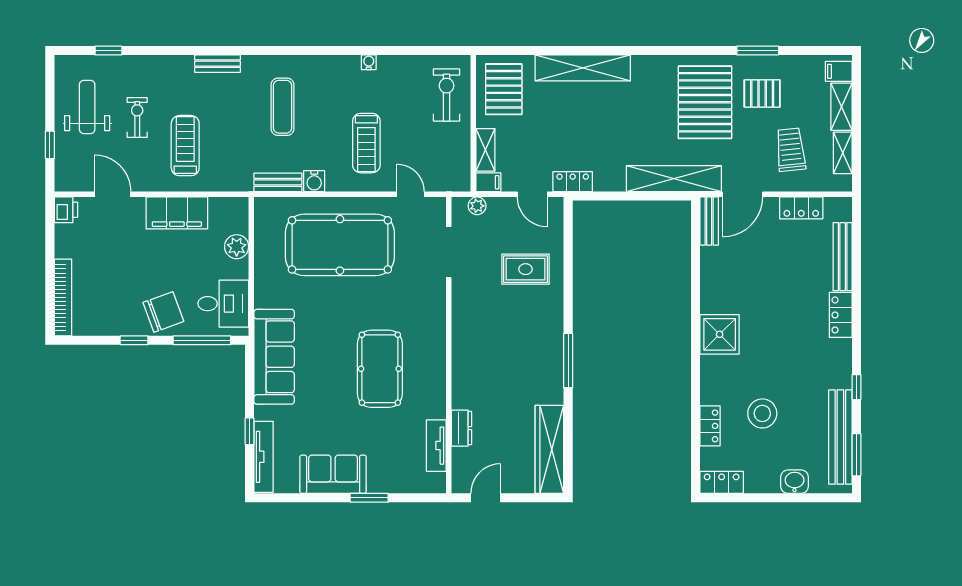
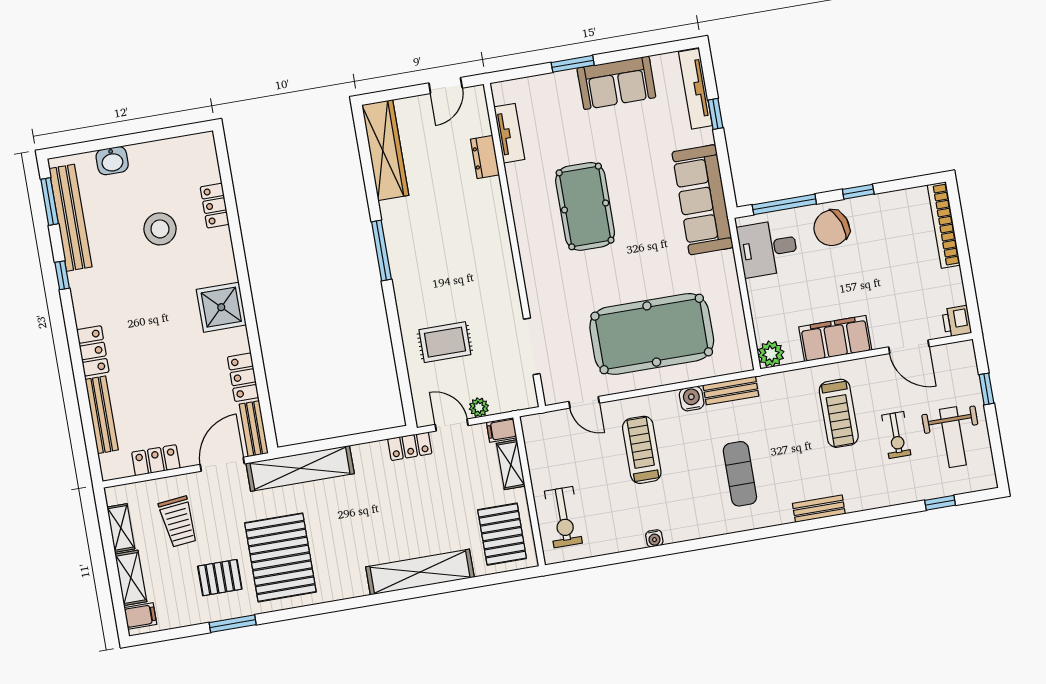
plant: (477, 206) -> (479, 407), moved
plant: (237, 247) -> (771, 354), moved
locker: (722, 482) -> (243, 377), moved, turned 90

